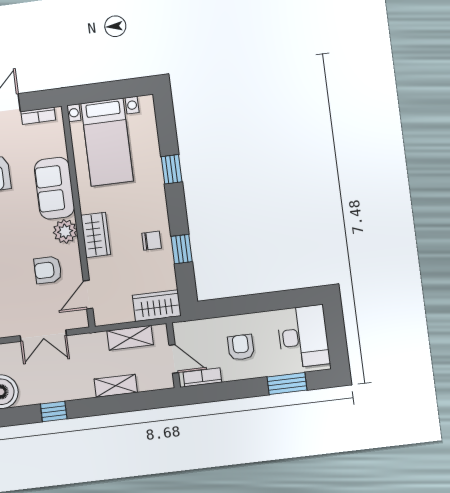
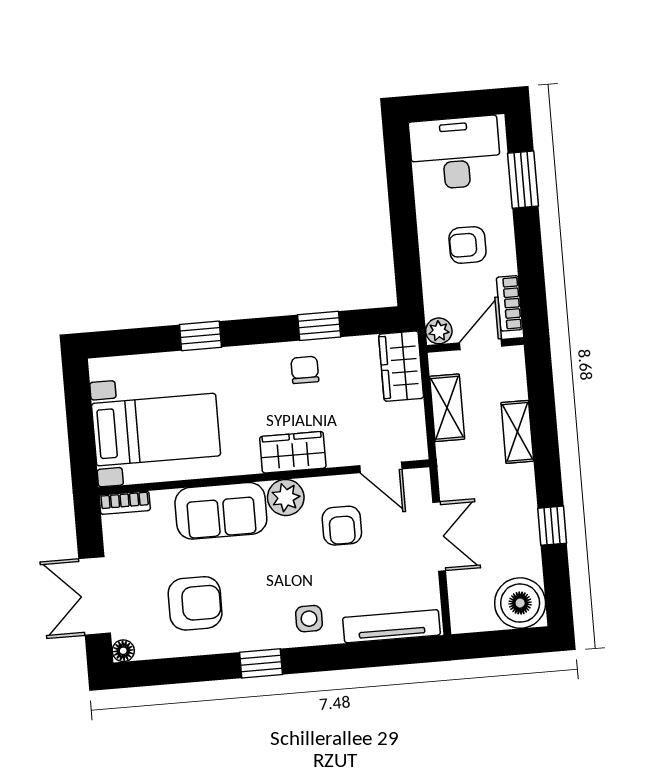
bookcase: (38, 116) -> (125, 503), moved, turned 90
plant: (182, 330) -> (439, 331), added

